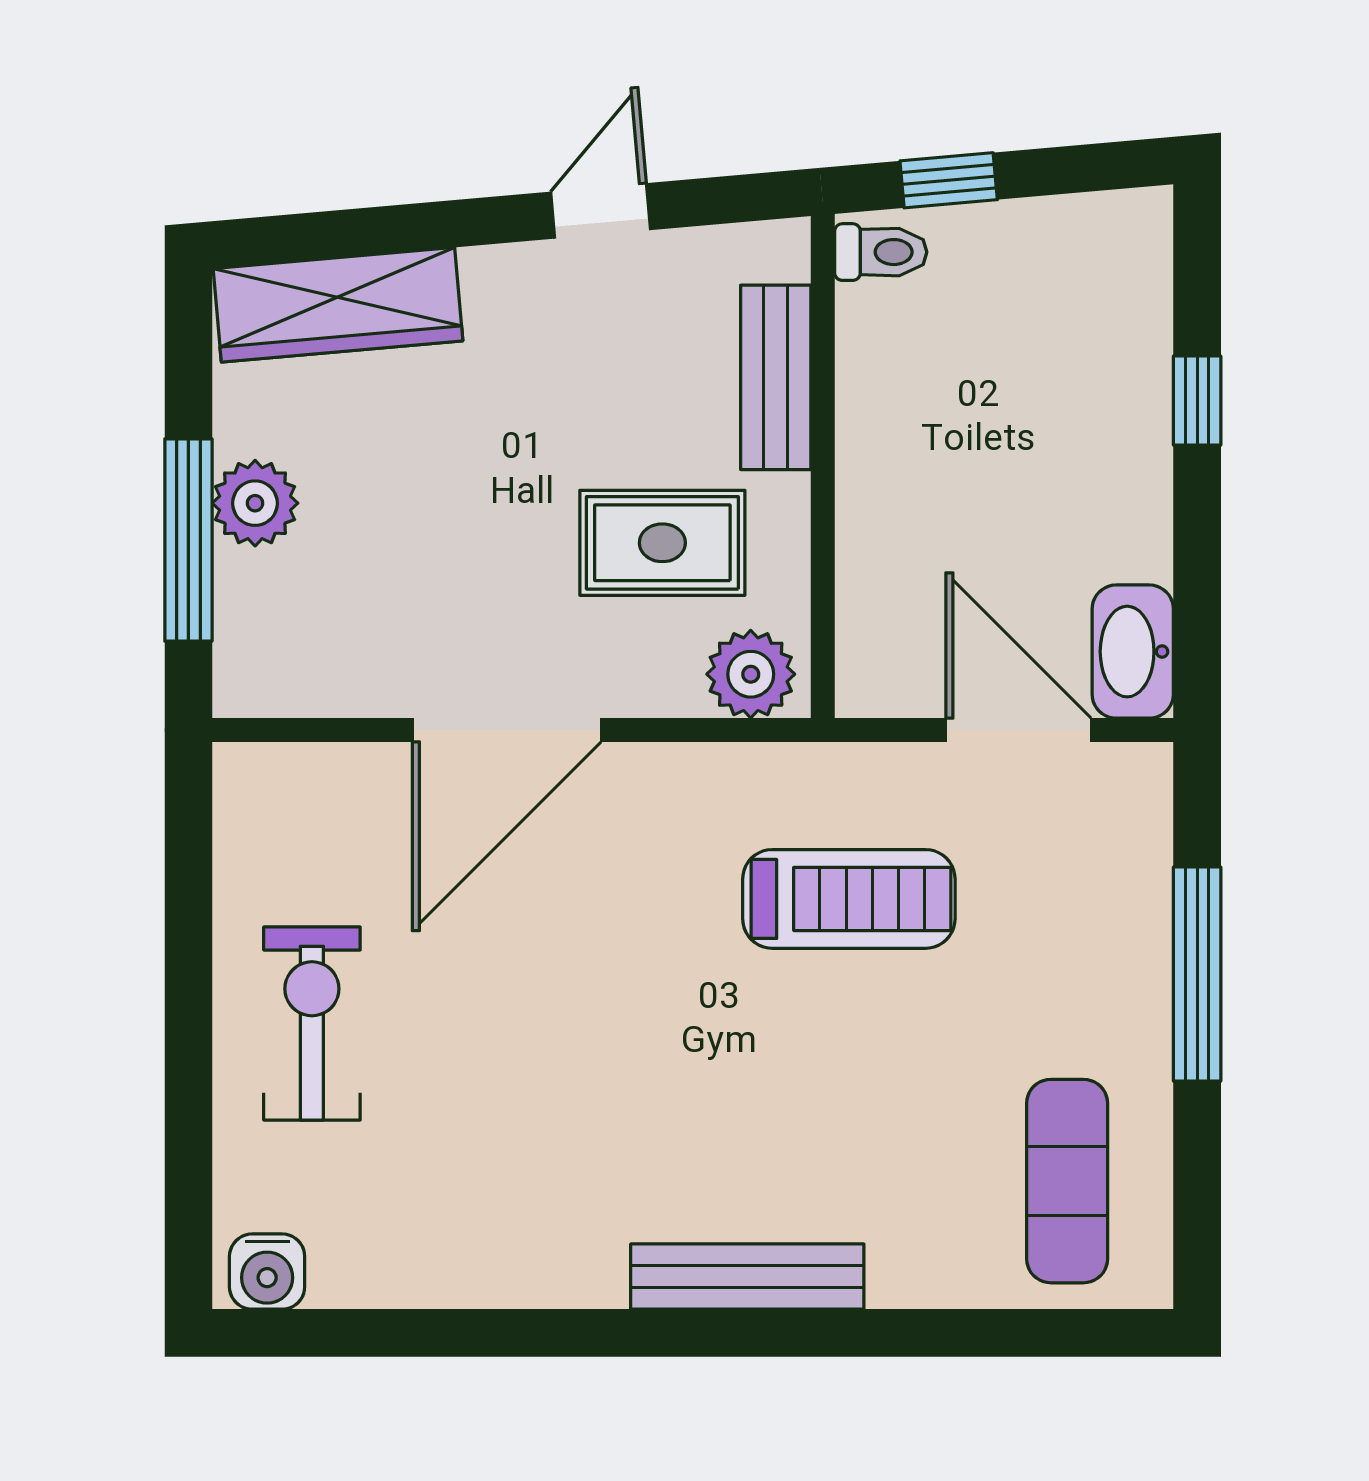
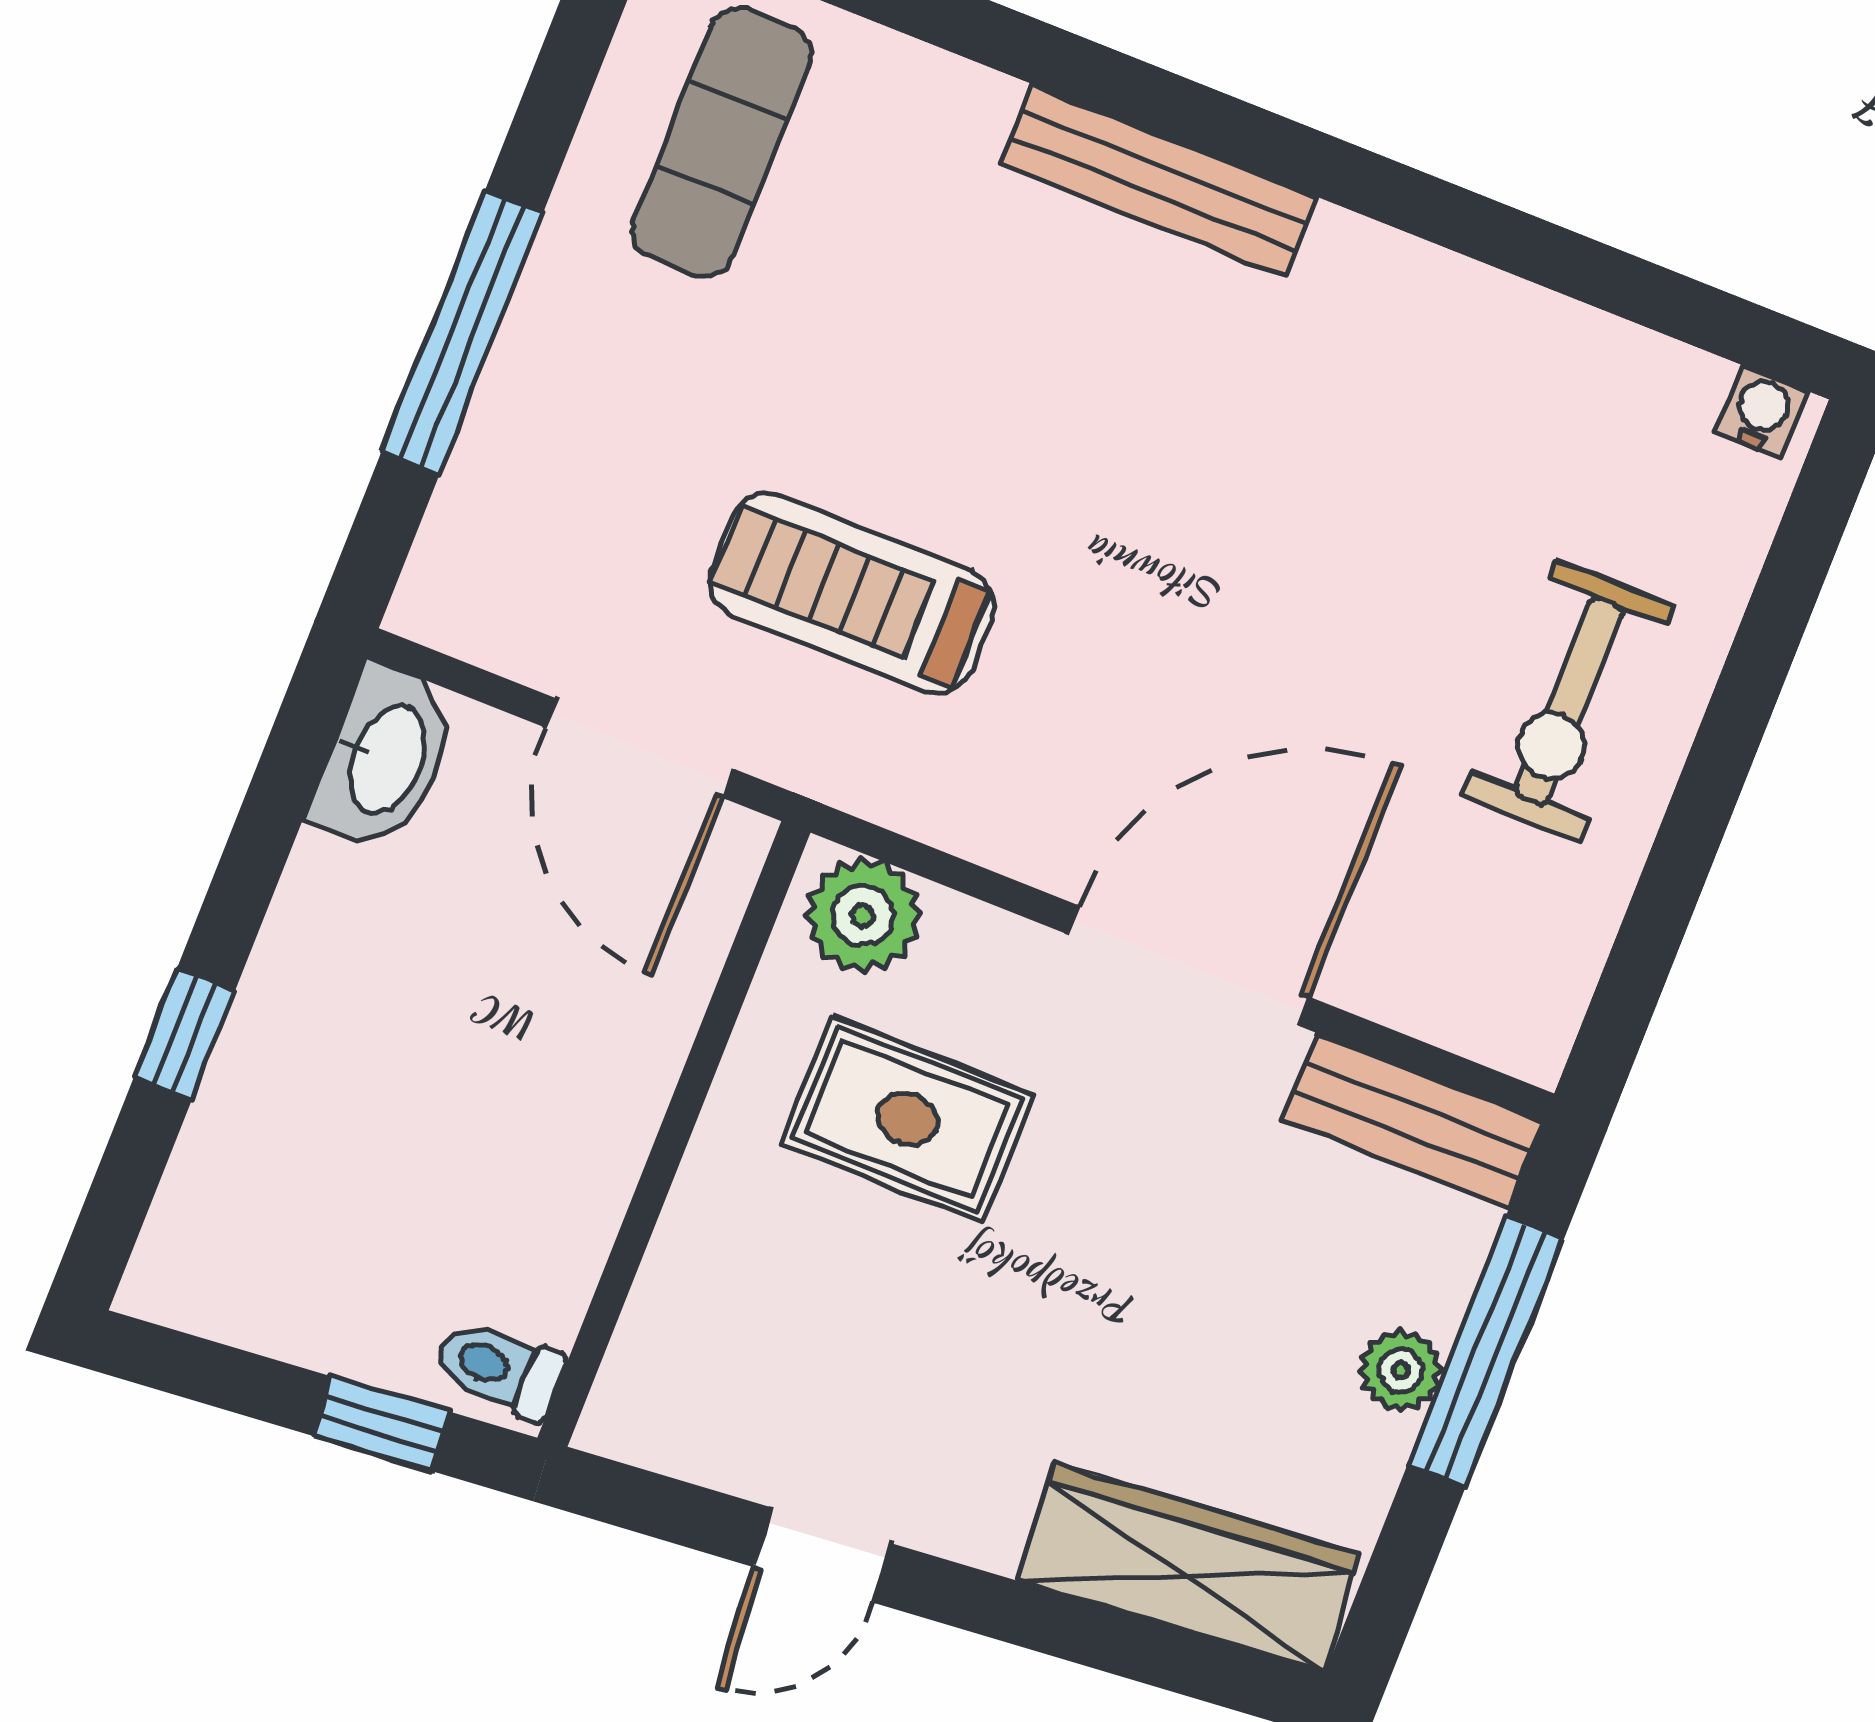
bench: (776, 377) -> (1413, 1121), moved, turned 90
plant: (255, 503) -> (1401, 1371), width x0.73, depth x0.73
door: (1019, 730) -> (640, 748), moved
water cooler: (267, 1272) -> (1761, 411), width x0.72, depth x0.72

